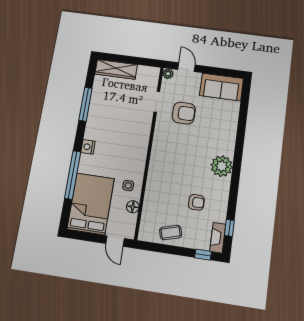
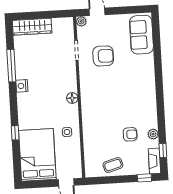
sofa: (221, 87) -> (141, 35), moved, turned 90
nightstand: (88, 147) -> (22, 86), moved
plant: (222, 166) -> (153, 134), moved, width x0.53, depth x0.53
window: (73, 175) -> (15, 133), width x0.32
floor lamp: (133, 207) -> (72, 98), moved

